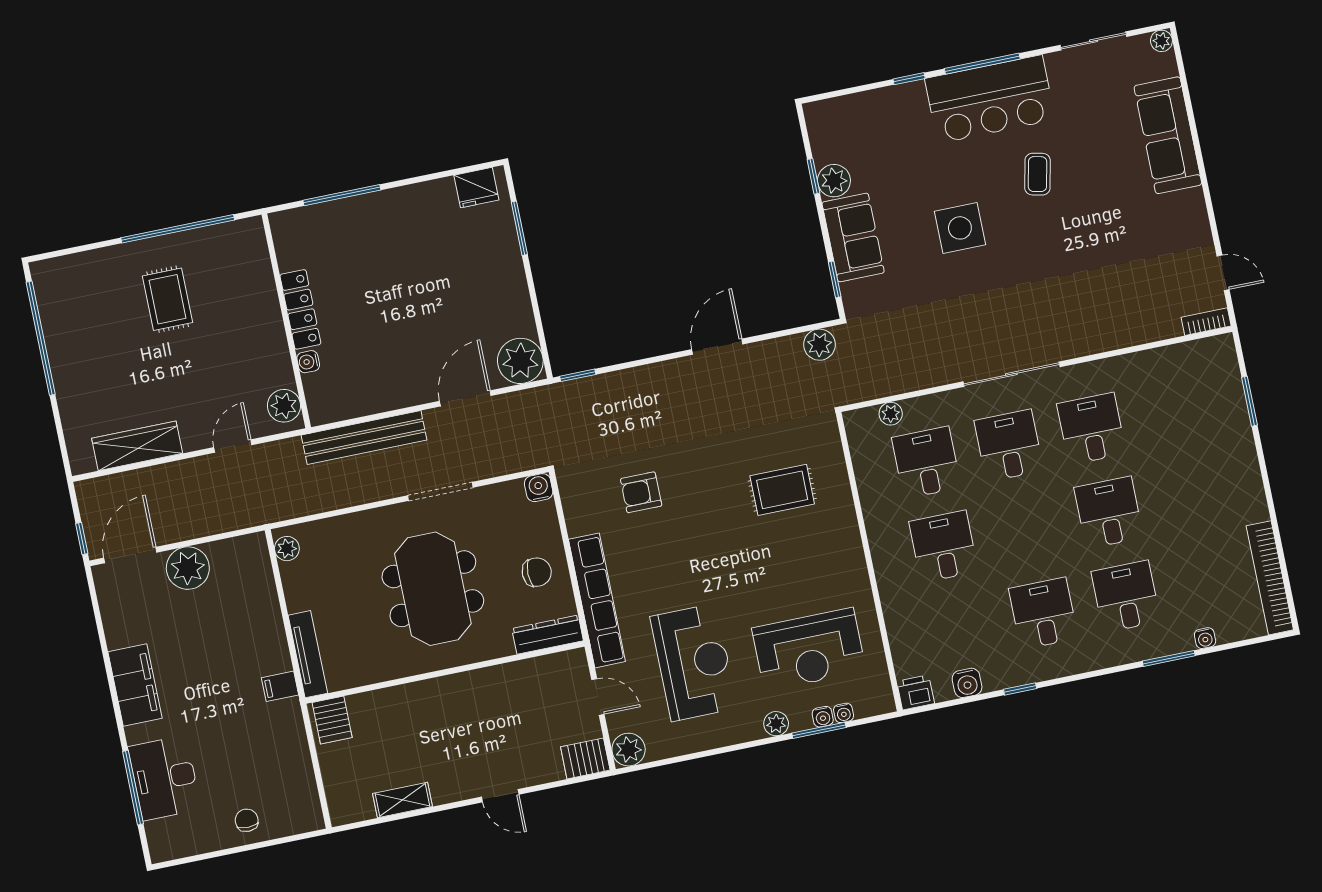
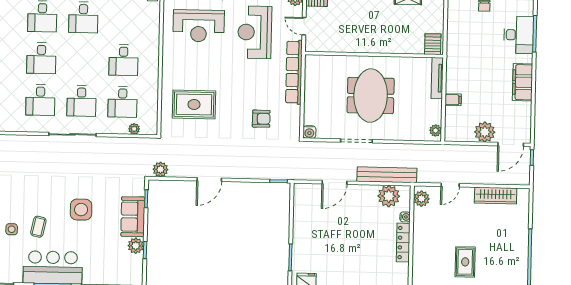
side table: (1090, 157) -> (12, 229), added
plant: (520, 361) -> (389, 196), moved
rug: (782, 490) -> (194, 104), width x1.36, depth x1.43
chair: (537, 572) -> (320, 92), removed
dresser: (548, 635) -> (321, 61), removed
reception desk: (809, 649) -> (199, 26), turned 180
filing cabinet: (280, 686) -> (453, 100), moved

